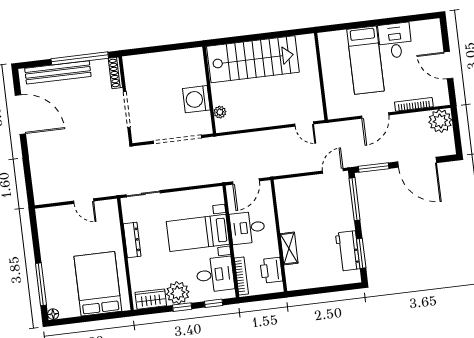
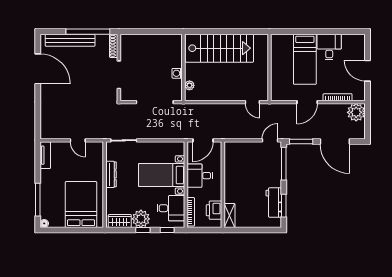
washing machine: (196, 99) -> (177, 73), width x0.53, depth x0.53
tv unit: (44, 225) -> (45, 155), added
shelving: (289, 248) -> (229, 216), moved

